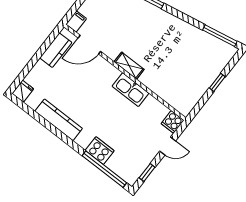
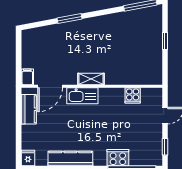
kitchen sink: (130, 90) -> (82, 96), moved
cooker: (173, 122) -> (133, 95), moved

